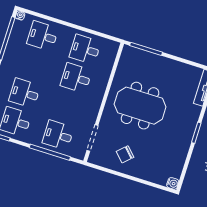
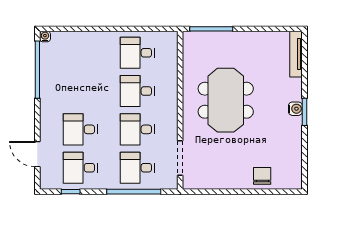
desk: (43, 36) -> (137, 129), moved
meeting table: (140, 106) -> (226, 100), turned 90
chair: (125, 154) -> (262, 176), moved, turned 134
water cooler: (173, 183) -> (295, 109), moved

